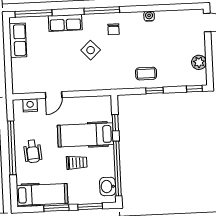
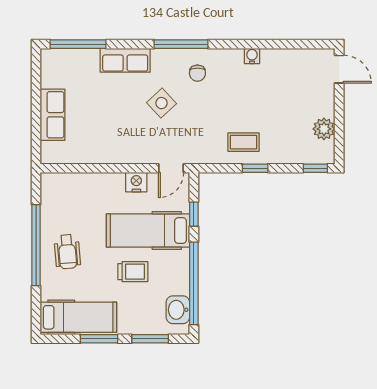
row of seats: (18, 40) -> (53, 115), moved
door: (54, 95) -> (171, 168), moved
nightstand: (30, 105) -> (136, 182), moved

